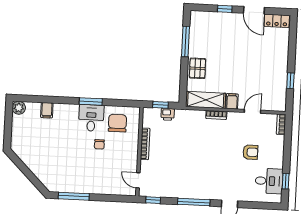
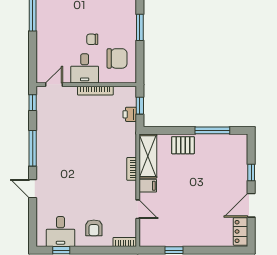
desk: (91, 118) -> (85, 68), moved, turned 90
armchair: (250, 152) -> (94, 228), moved

